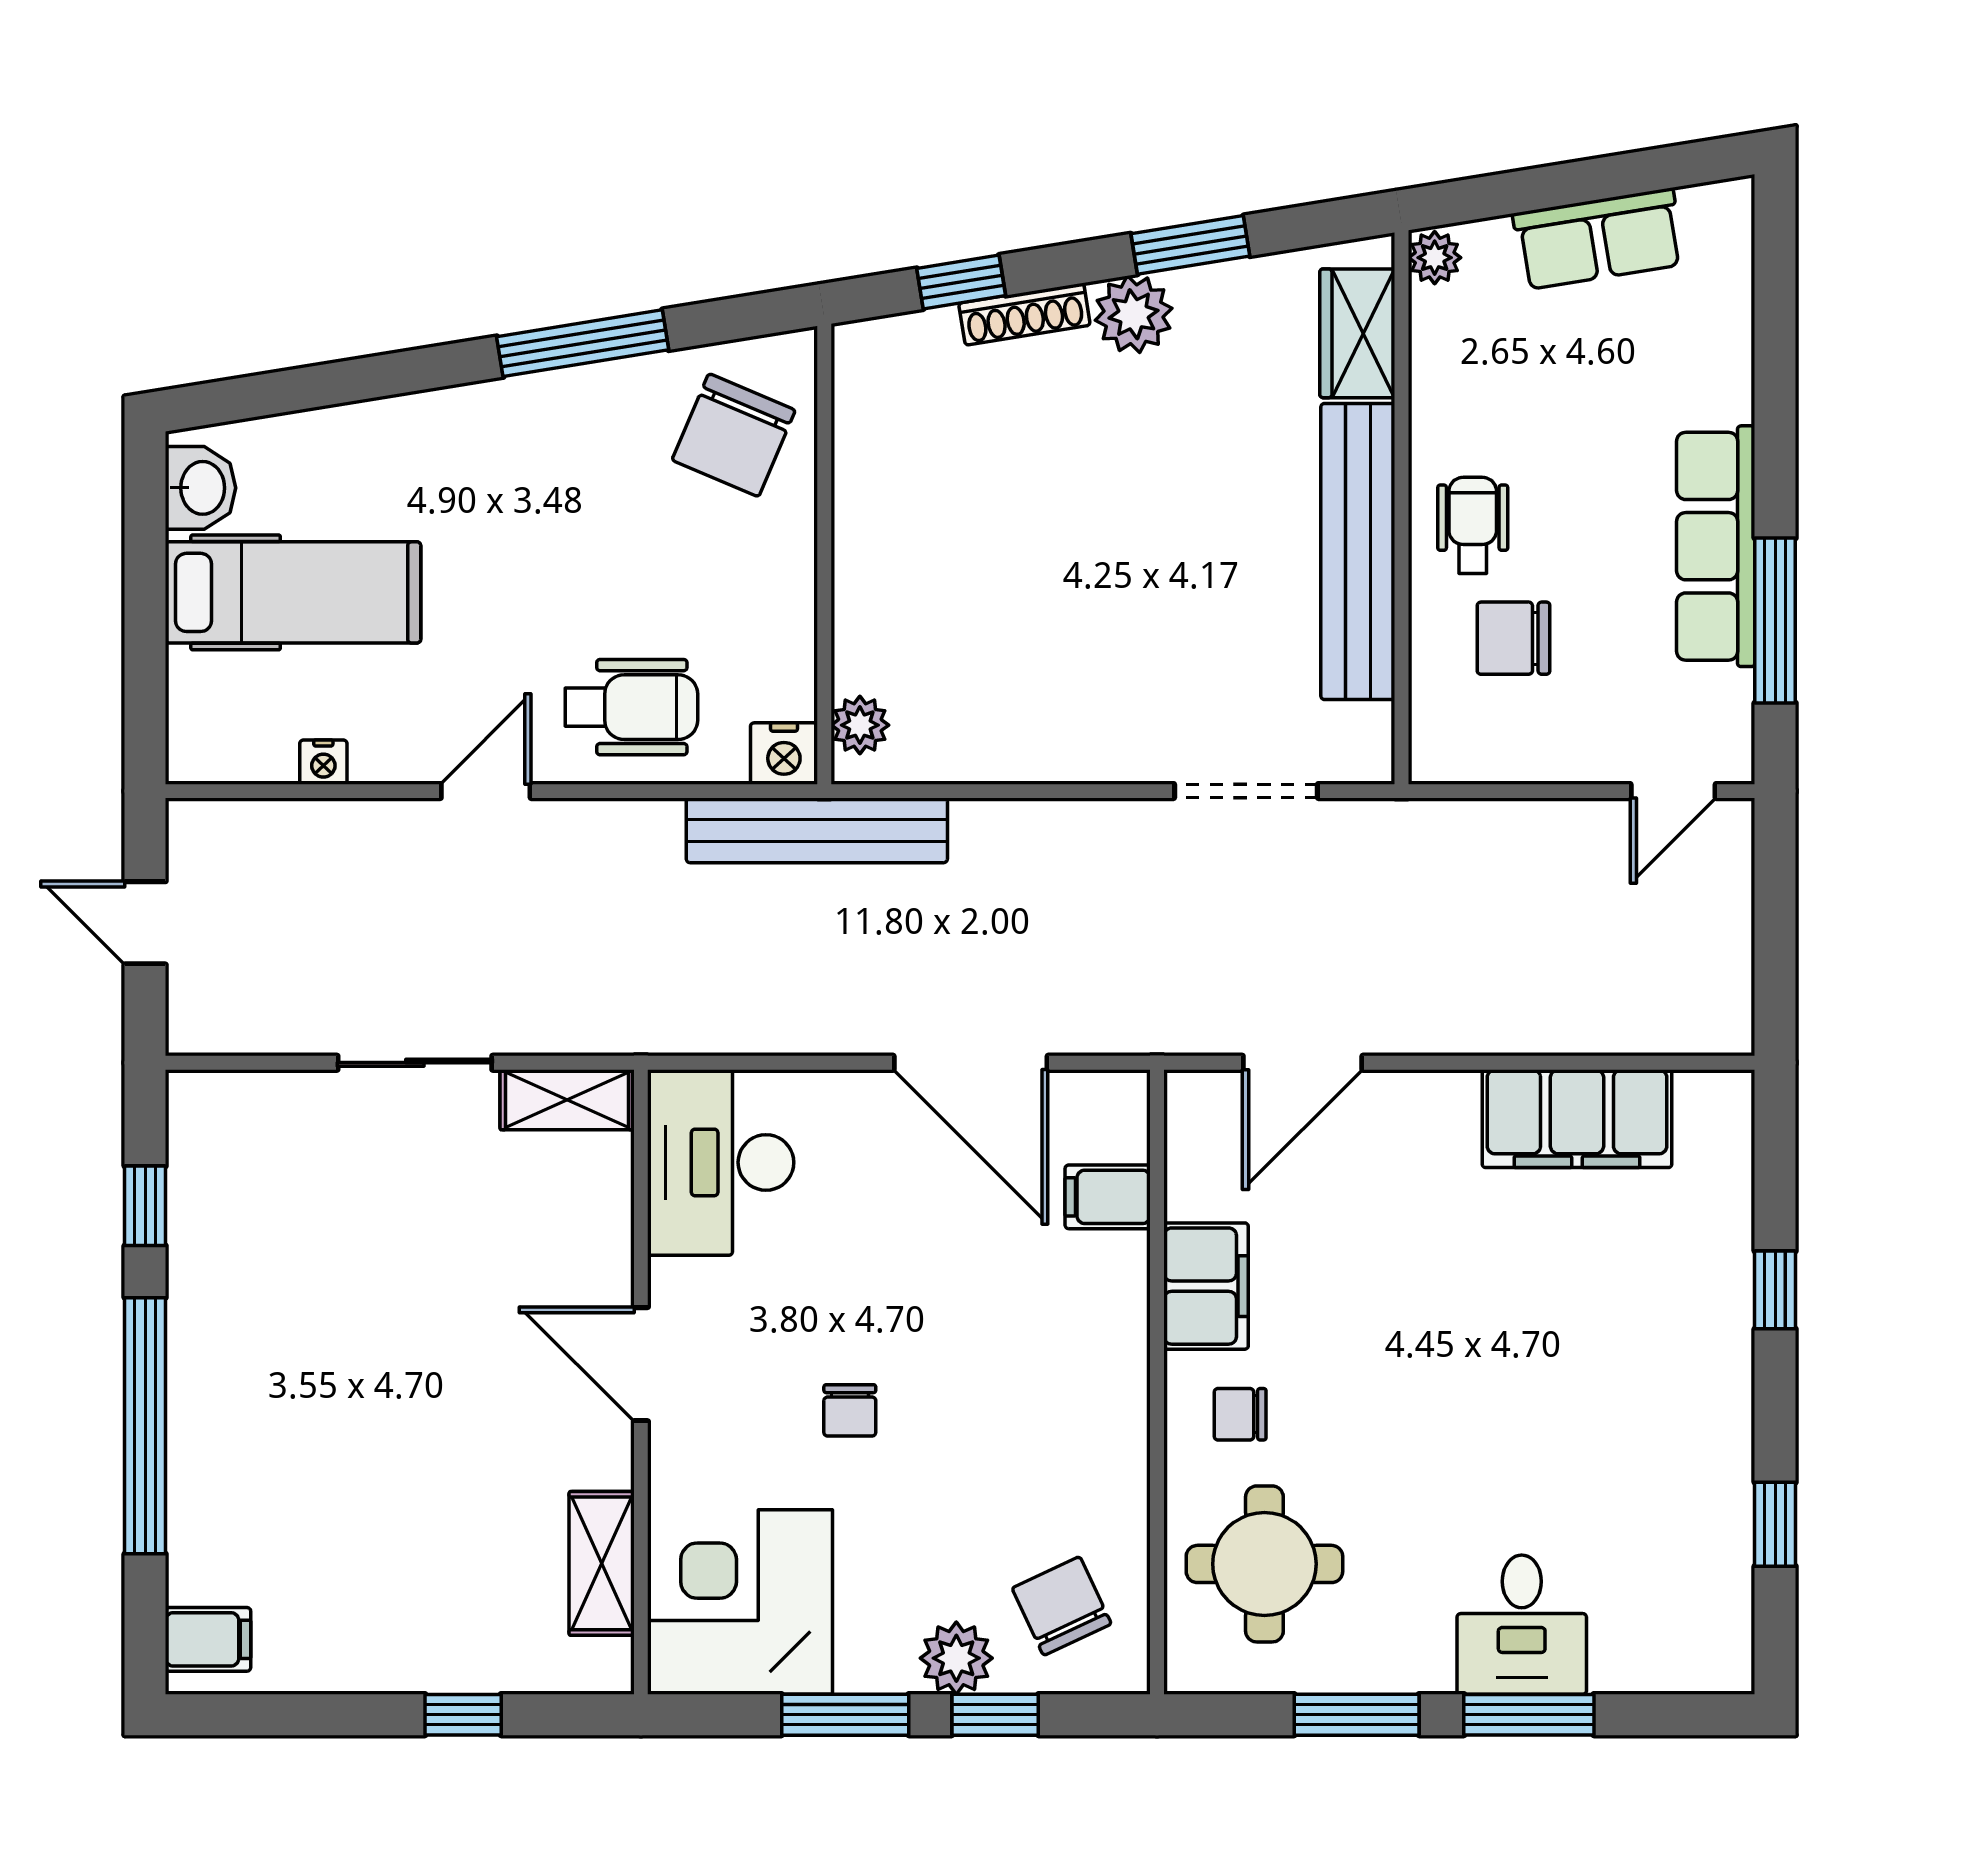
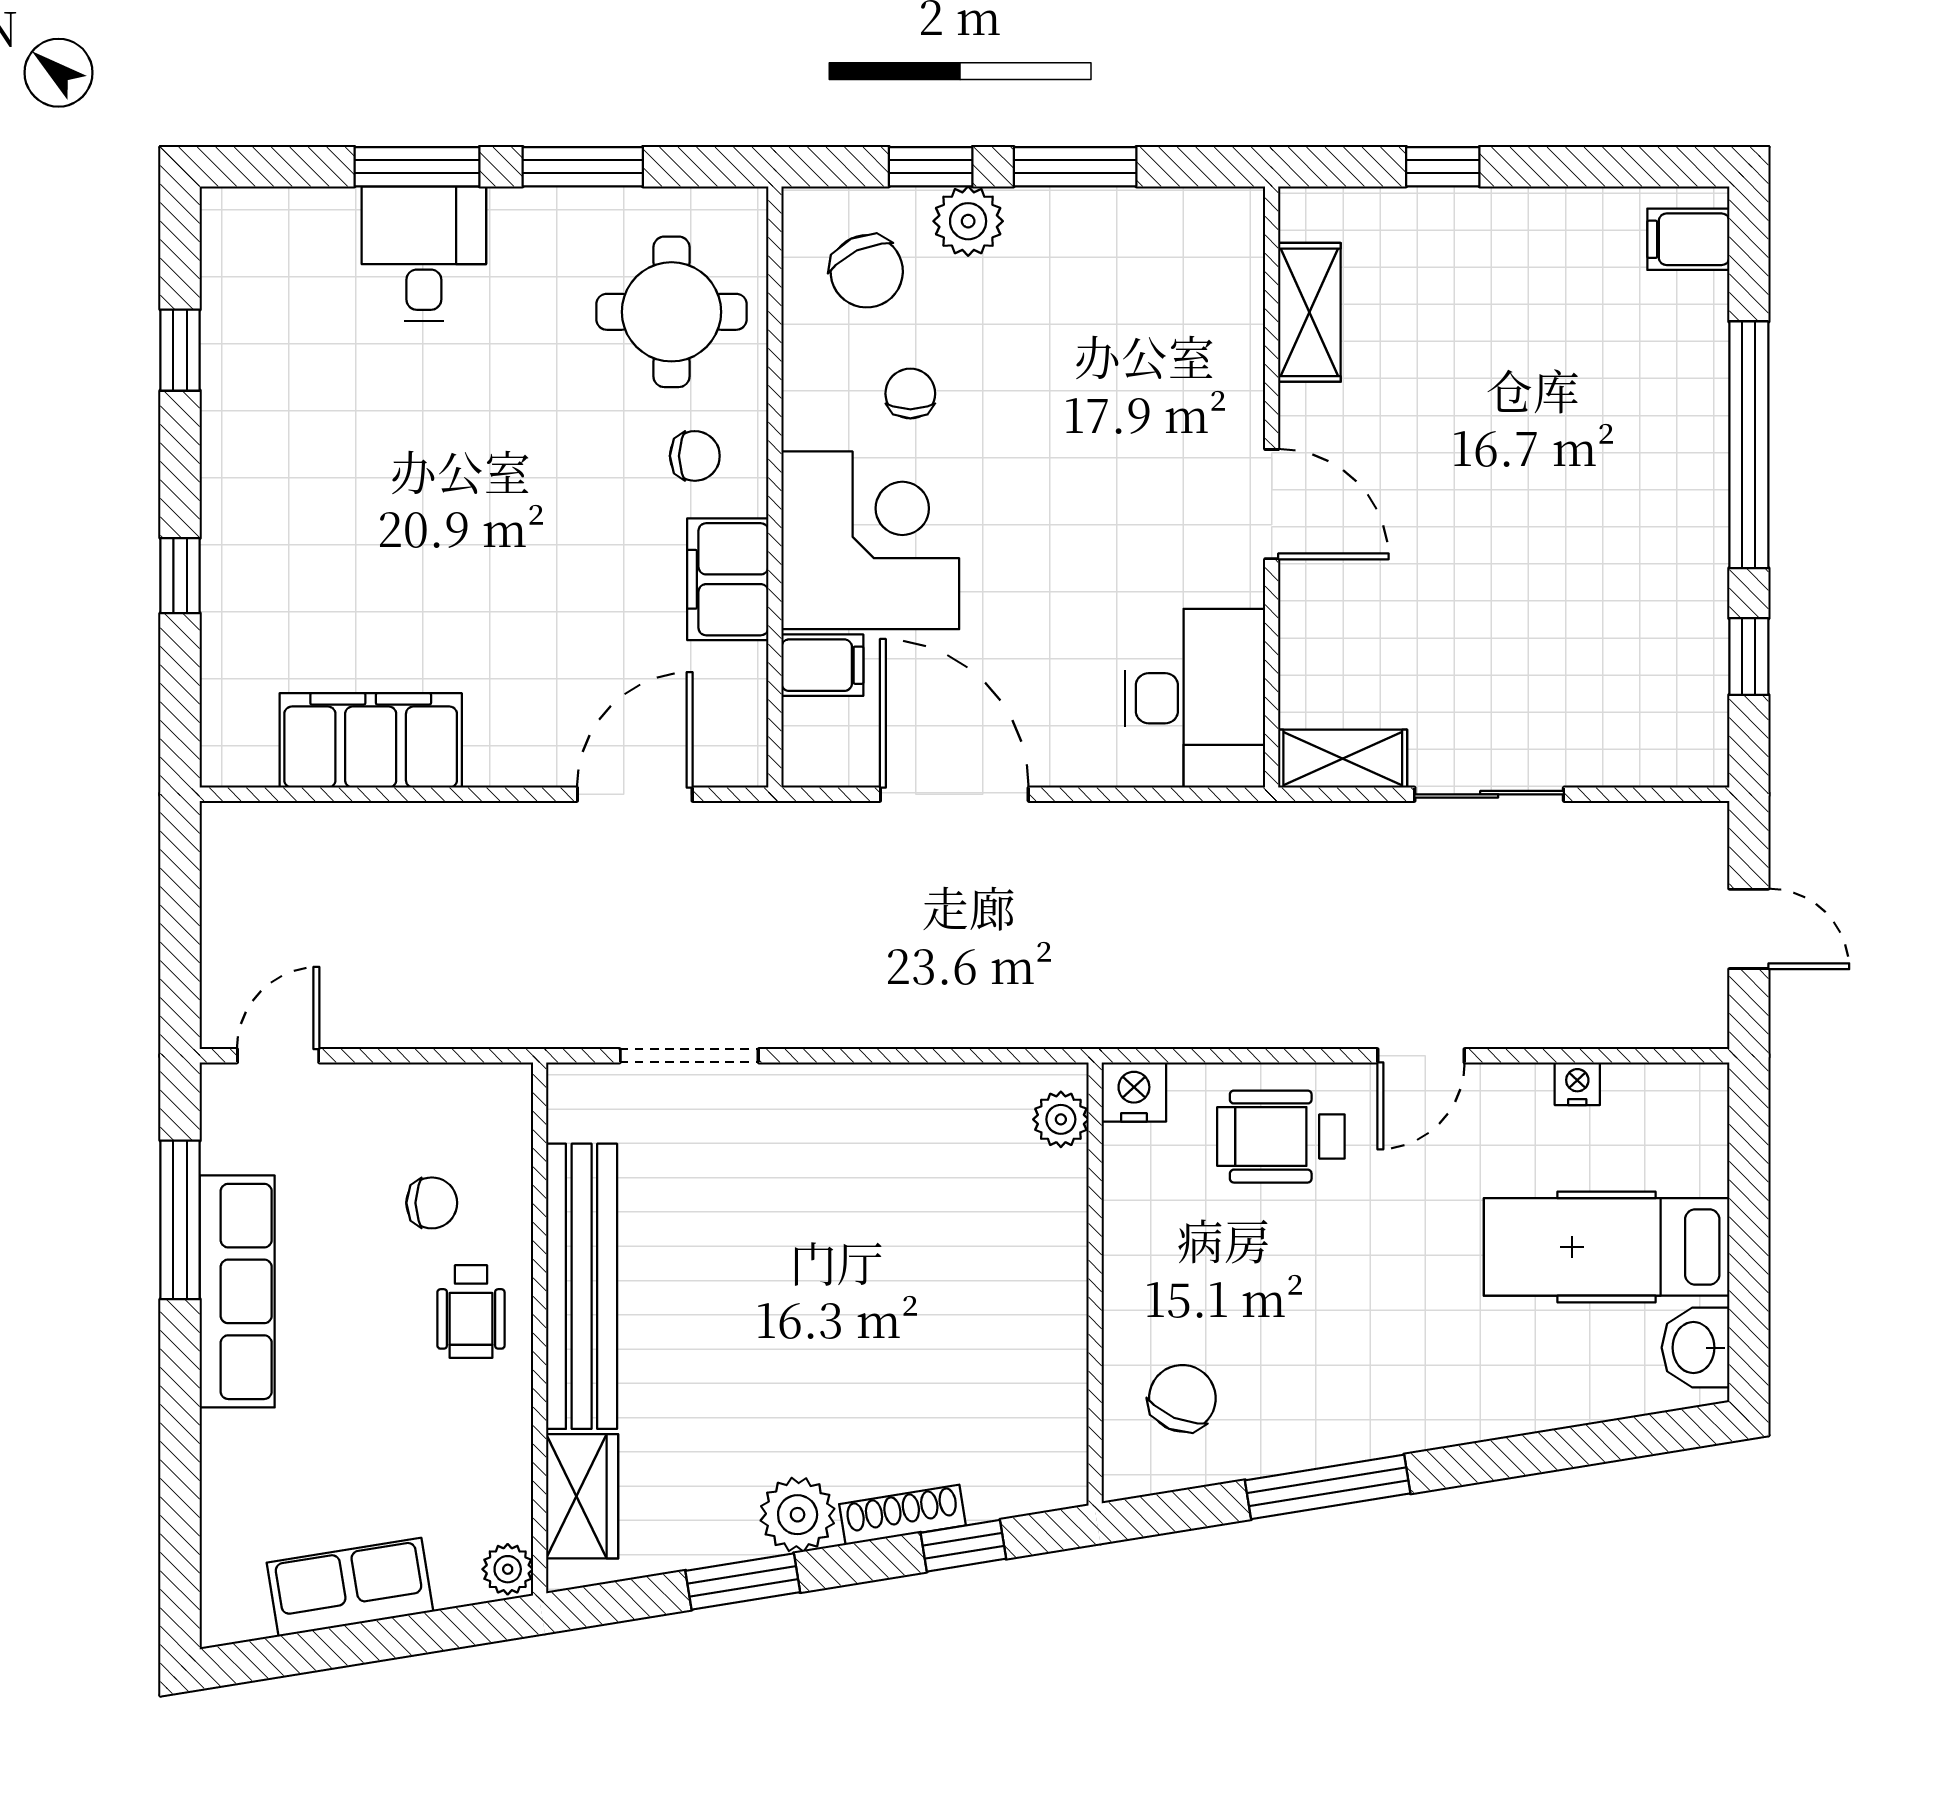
chair: (734, 435) -> (1182, 1398), width x0.73, depth x0.73
chair: (1514, 638) -> (432, 1203), width x0.73, depth x0.73
bench: (817, 830) -> (1102, 1018), removed
chair: (850, 1410) -> (910, 394), moved
corner desk: (740, 1602) -> (870, 540), moved, turned -90

